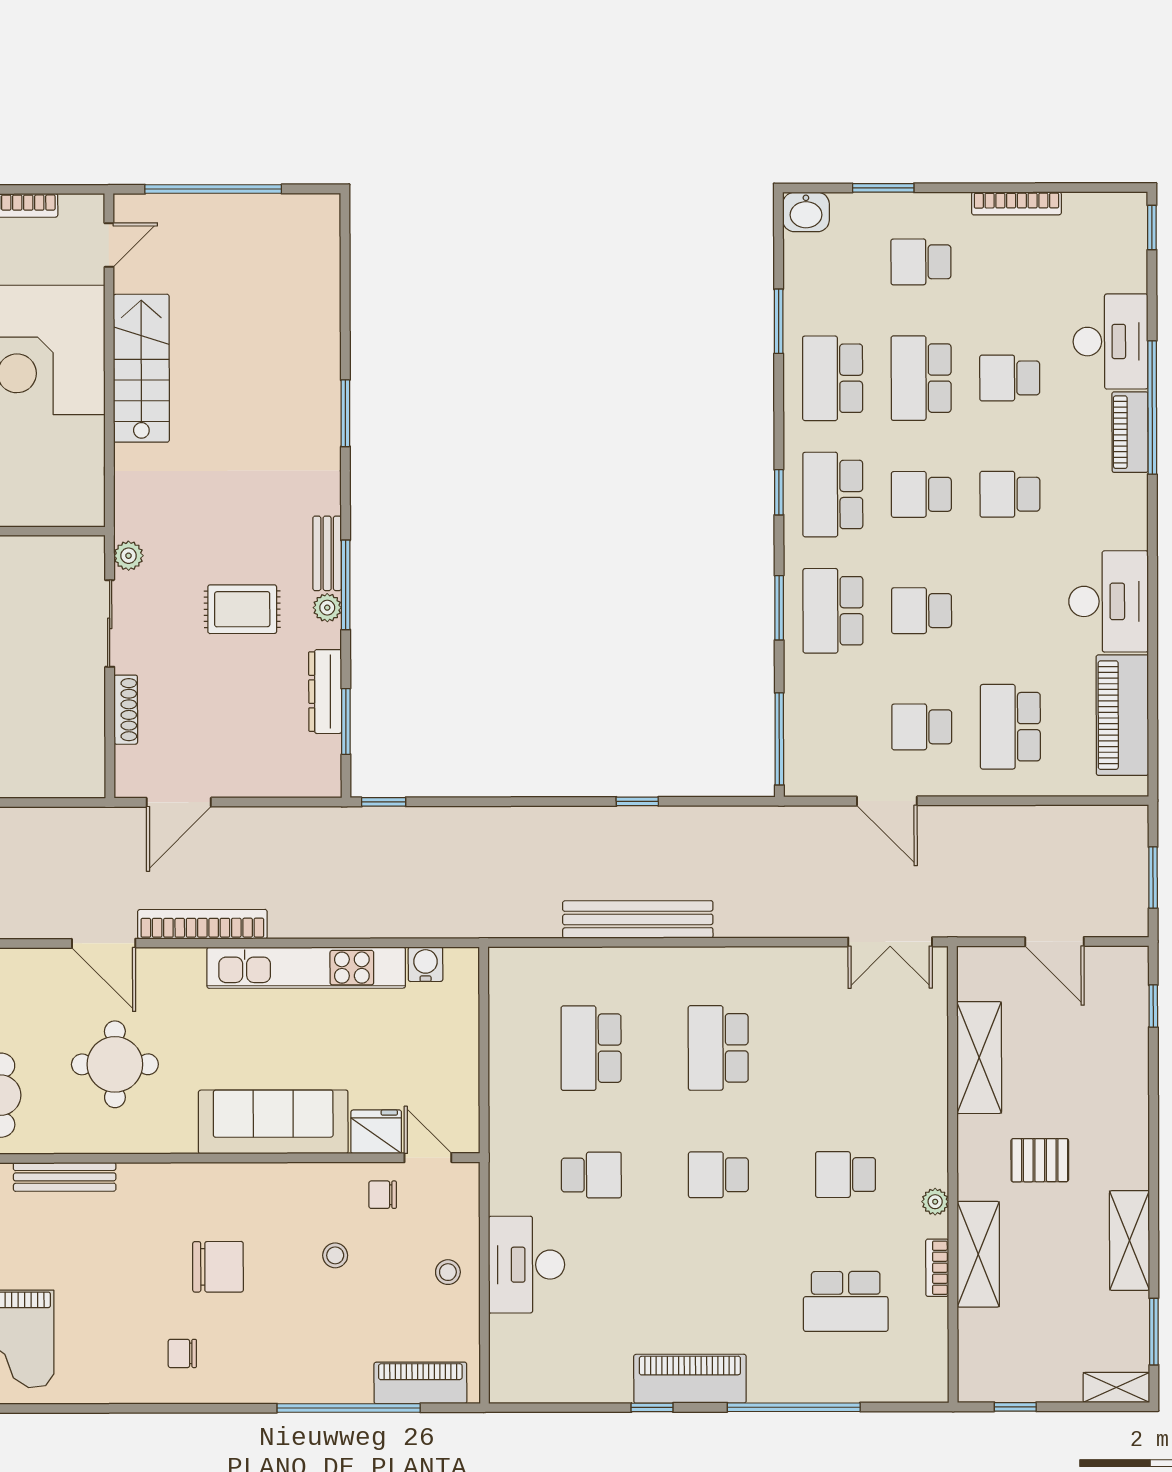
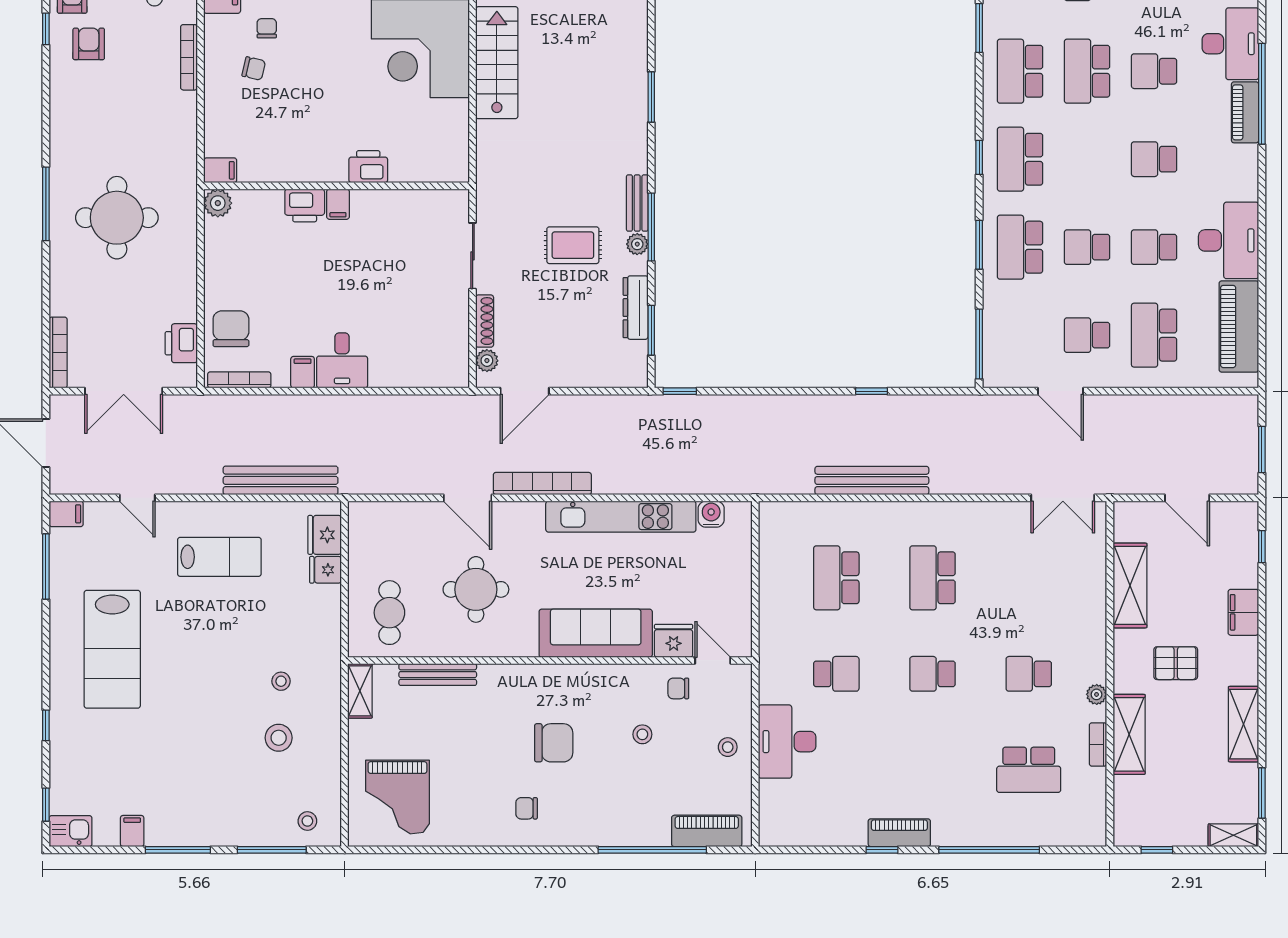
school desk: (921, 494) -> (1154, 247), moved
plant: (129, 556) -> (487, 361), moved
filing cabinet: (1129, 1093) -> (1243, 612), added
piano: (690, 1379) -> (899, 833), width x0.73, depth x0.75

